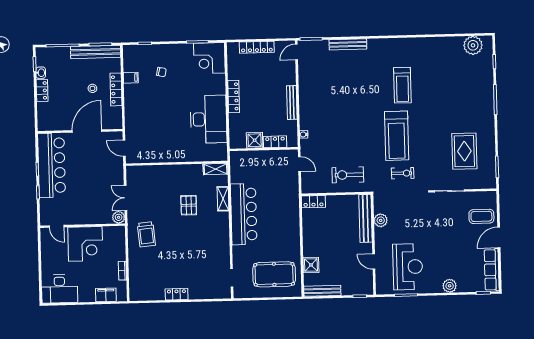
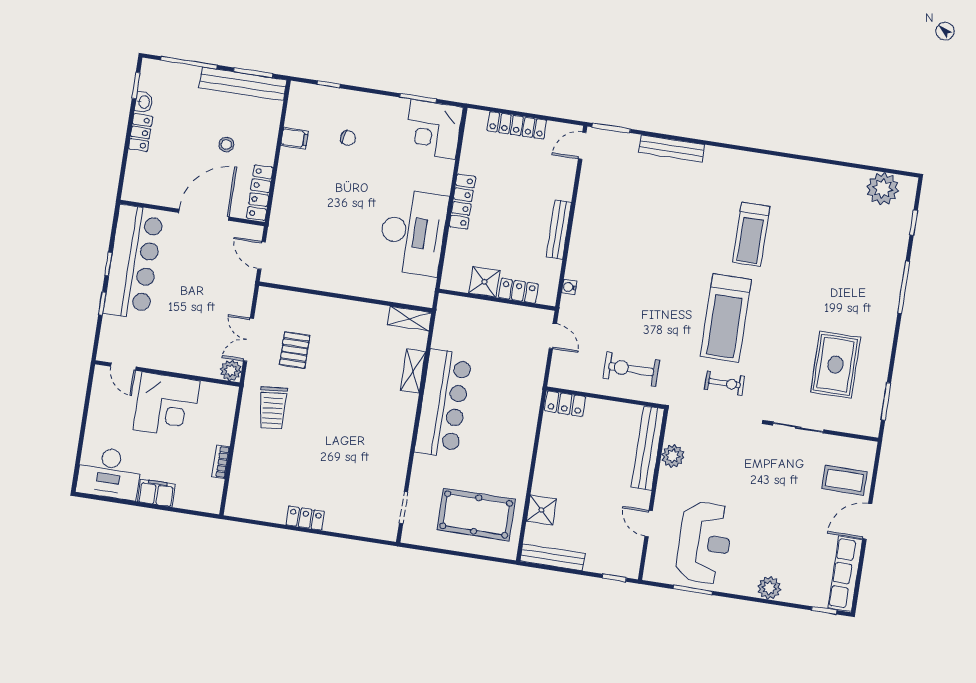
locker: (116, 89) -> (260, 193), moved
pallet: (189, 205) -> (295, 350), moved
filing cabinet: (106, 295) -> (156, 493), moved

